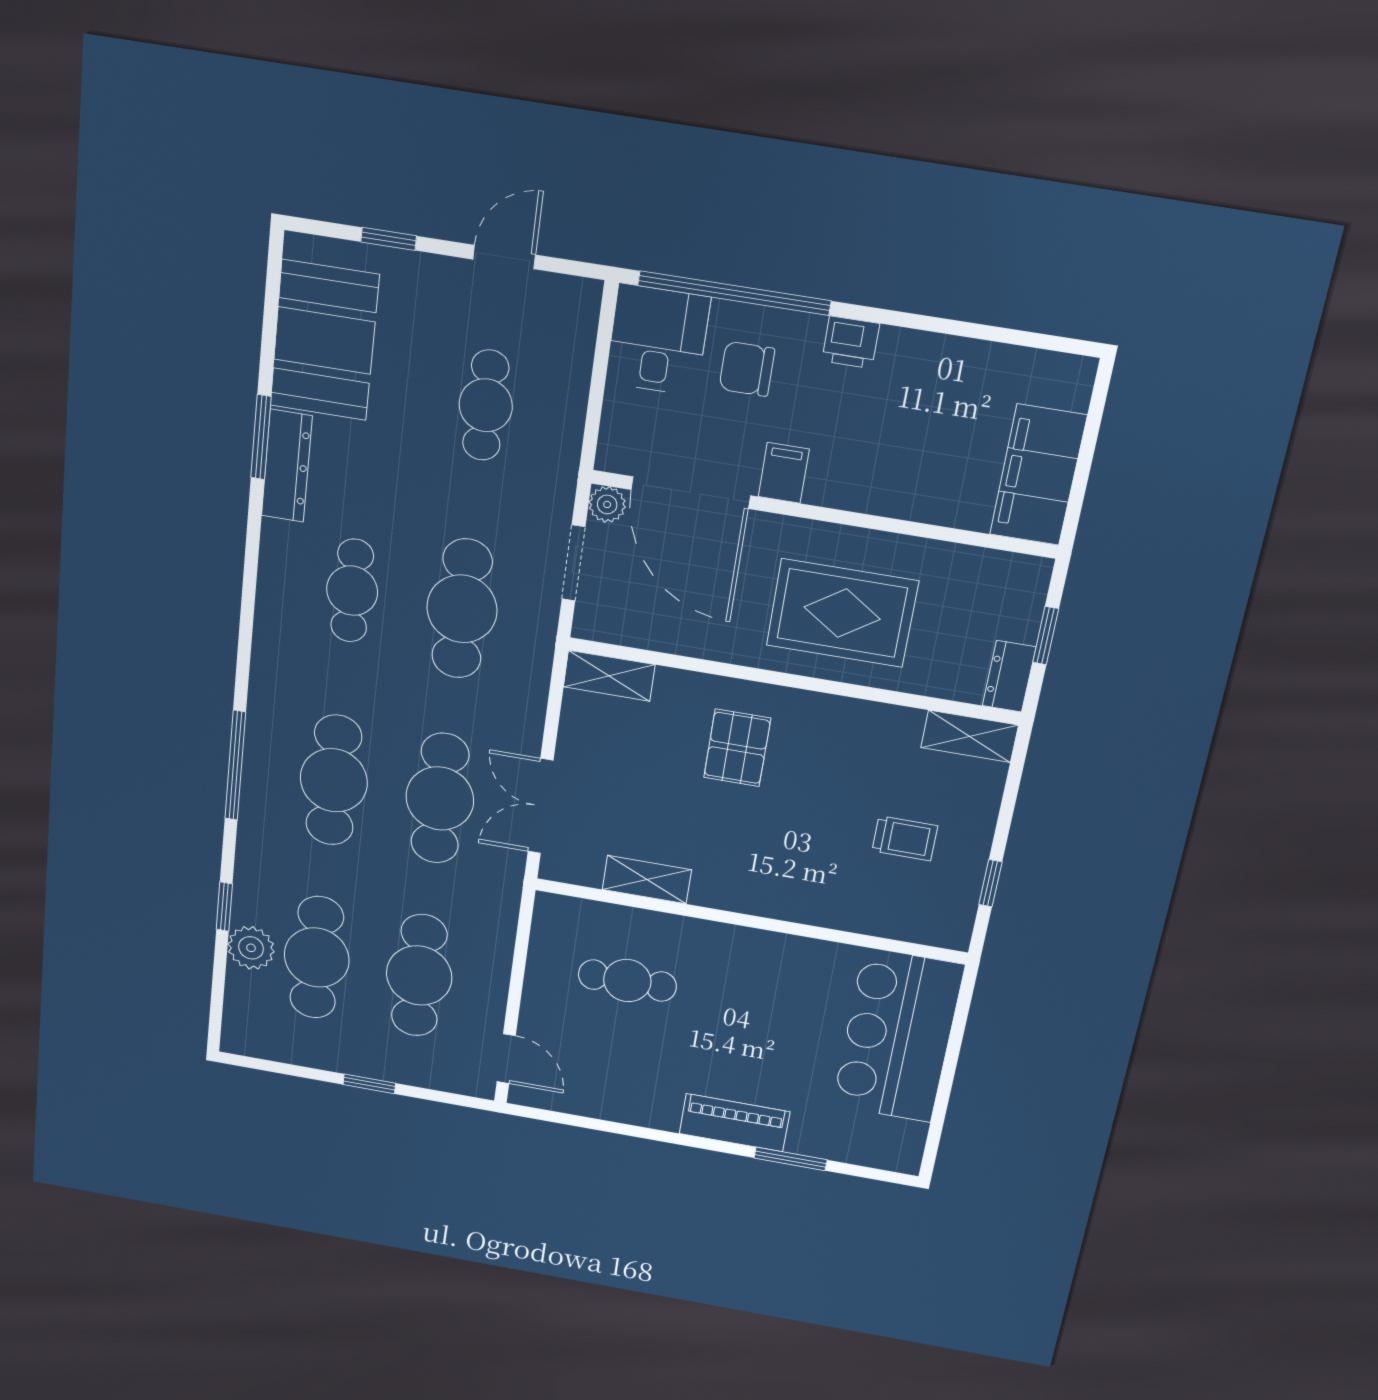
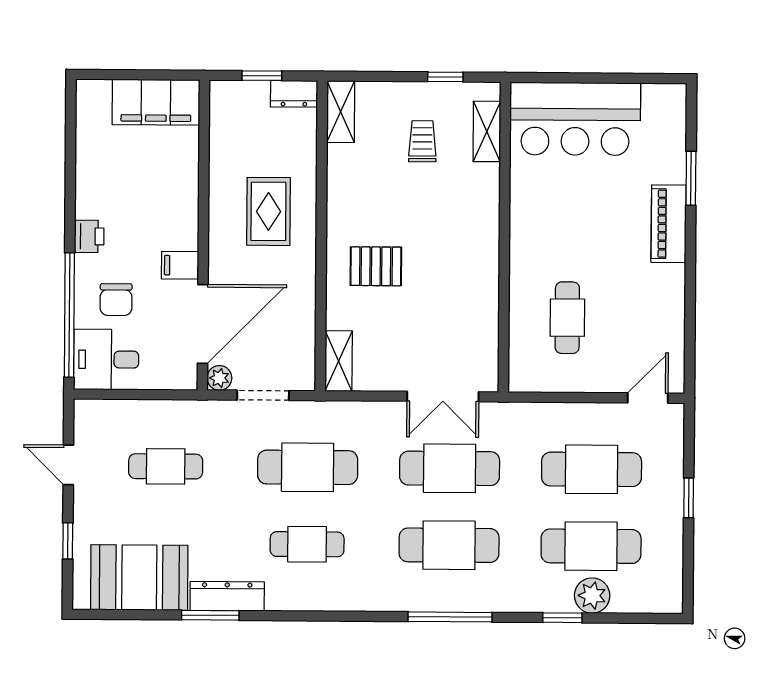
rug: (842, 613) -> (268, 211), width x0.73, depth x0.70
shelving: (647, 880) -> (487, 131), moved

